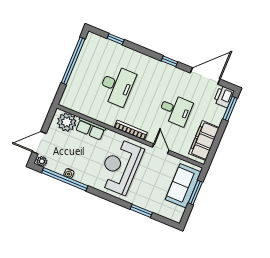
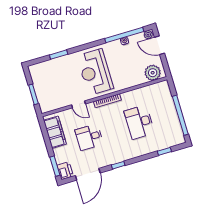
row of seats: (91, 129) -> (134, 81), removed
door: (39, 143) -> (160, 45), swing flipped
reception desk: (120, 167) -> (95, 72), turned 180
sofa: (183, 186) -> (45, 92), removed

